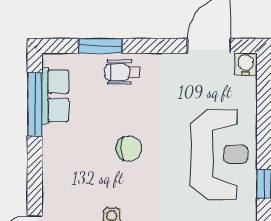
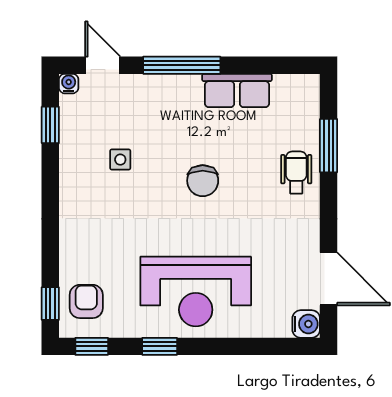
row of seats: (55, 96) -> (237, 91), moved
window: (35, 104) -> (182, 65), moved

